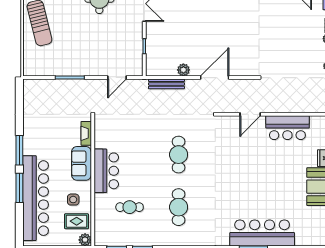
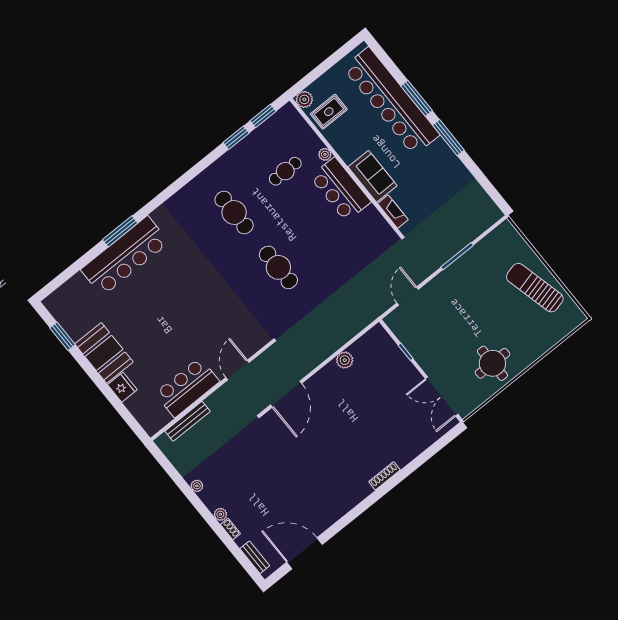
door: (215, 78) -> (286, 394), moved
bench: (166, 84) -> (188, 421), moved
plant: (99, 198) -> (325, 154), added
side table: (73, 200) -> (351, 132), removed

